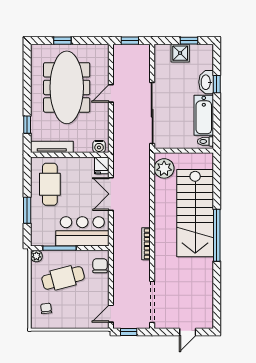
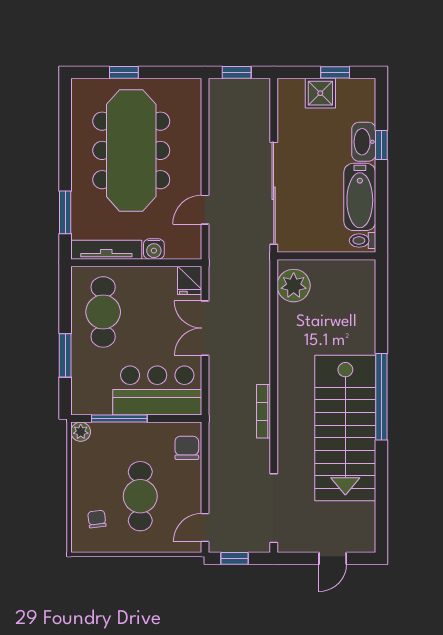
door: (111, 93) -> (205, 210), moved
window: (27, 125) -> (65, 212), width x1.50
water cooler: (99, 146) -> (154, 249), moved
stairs: (195, 213) -> (345, 428), moved
cafe table: (63, 278) -> (140, 496), moved, turned -75

